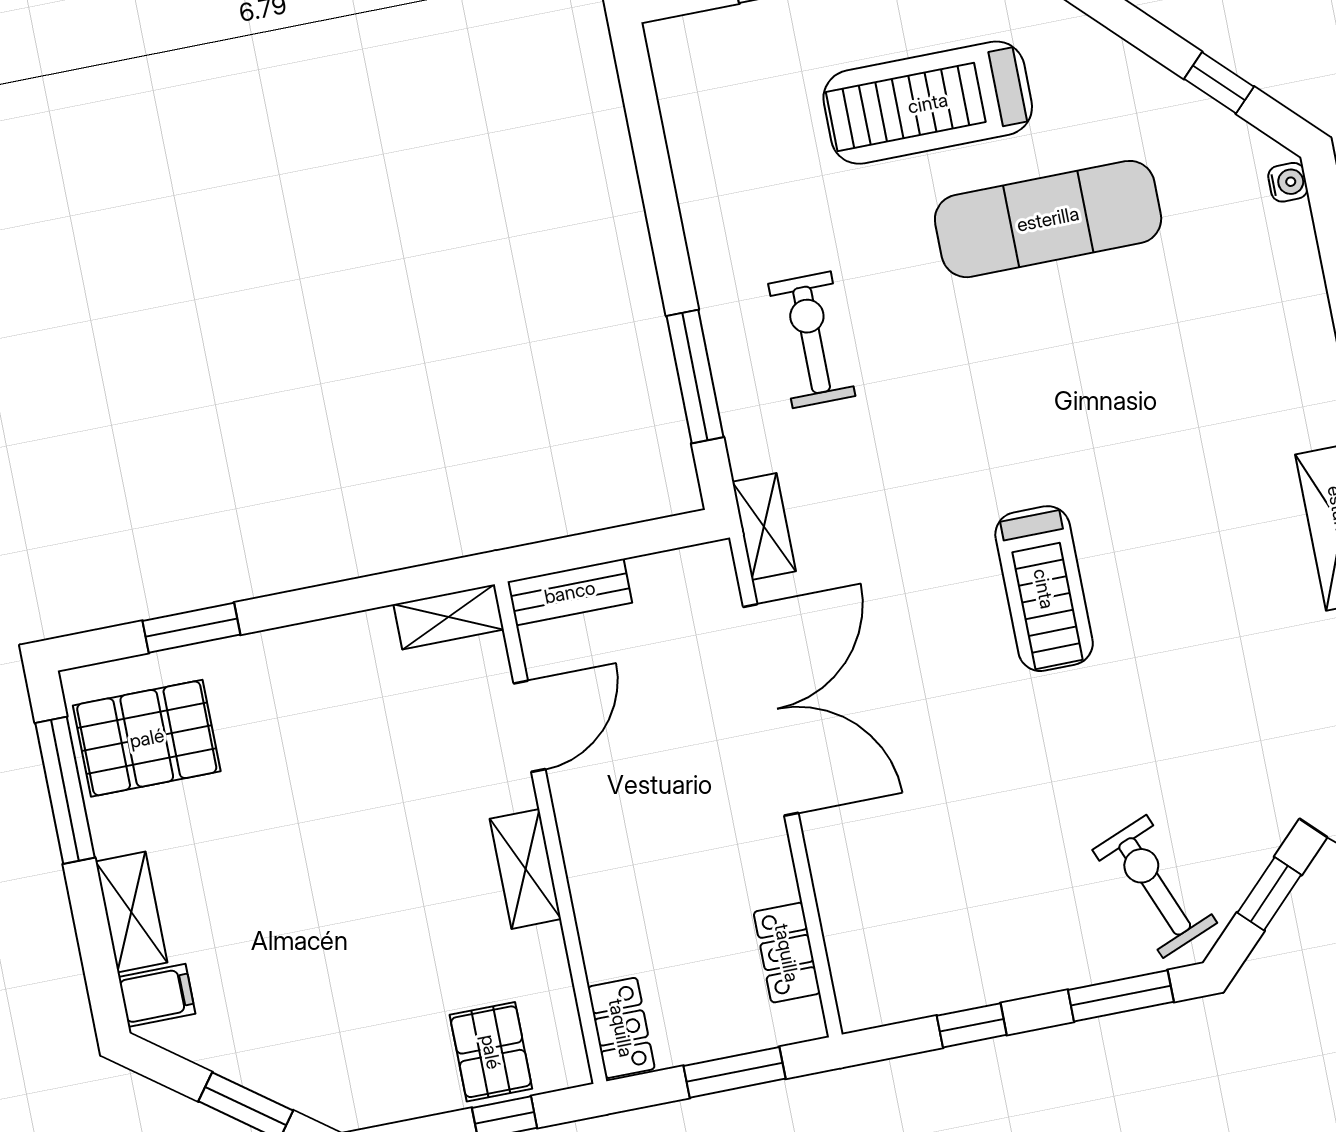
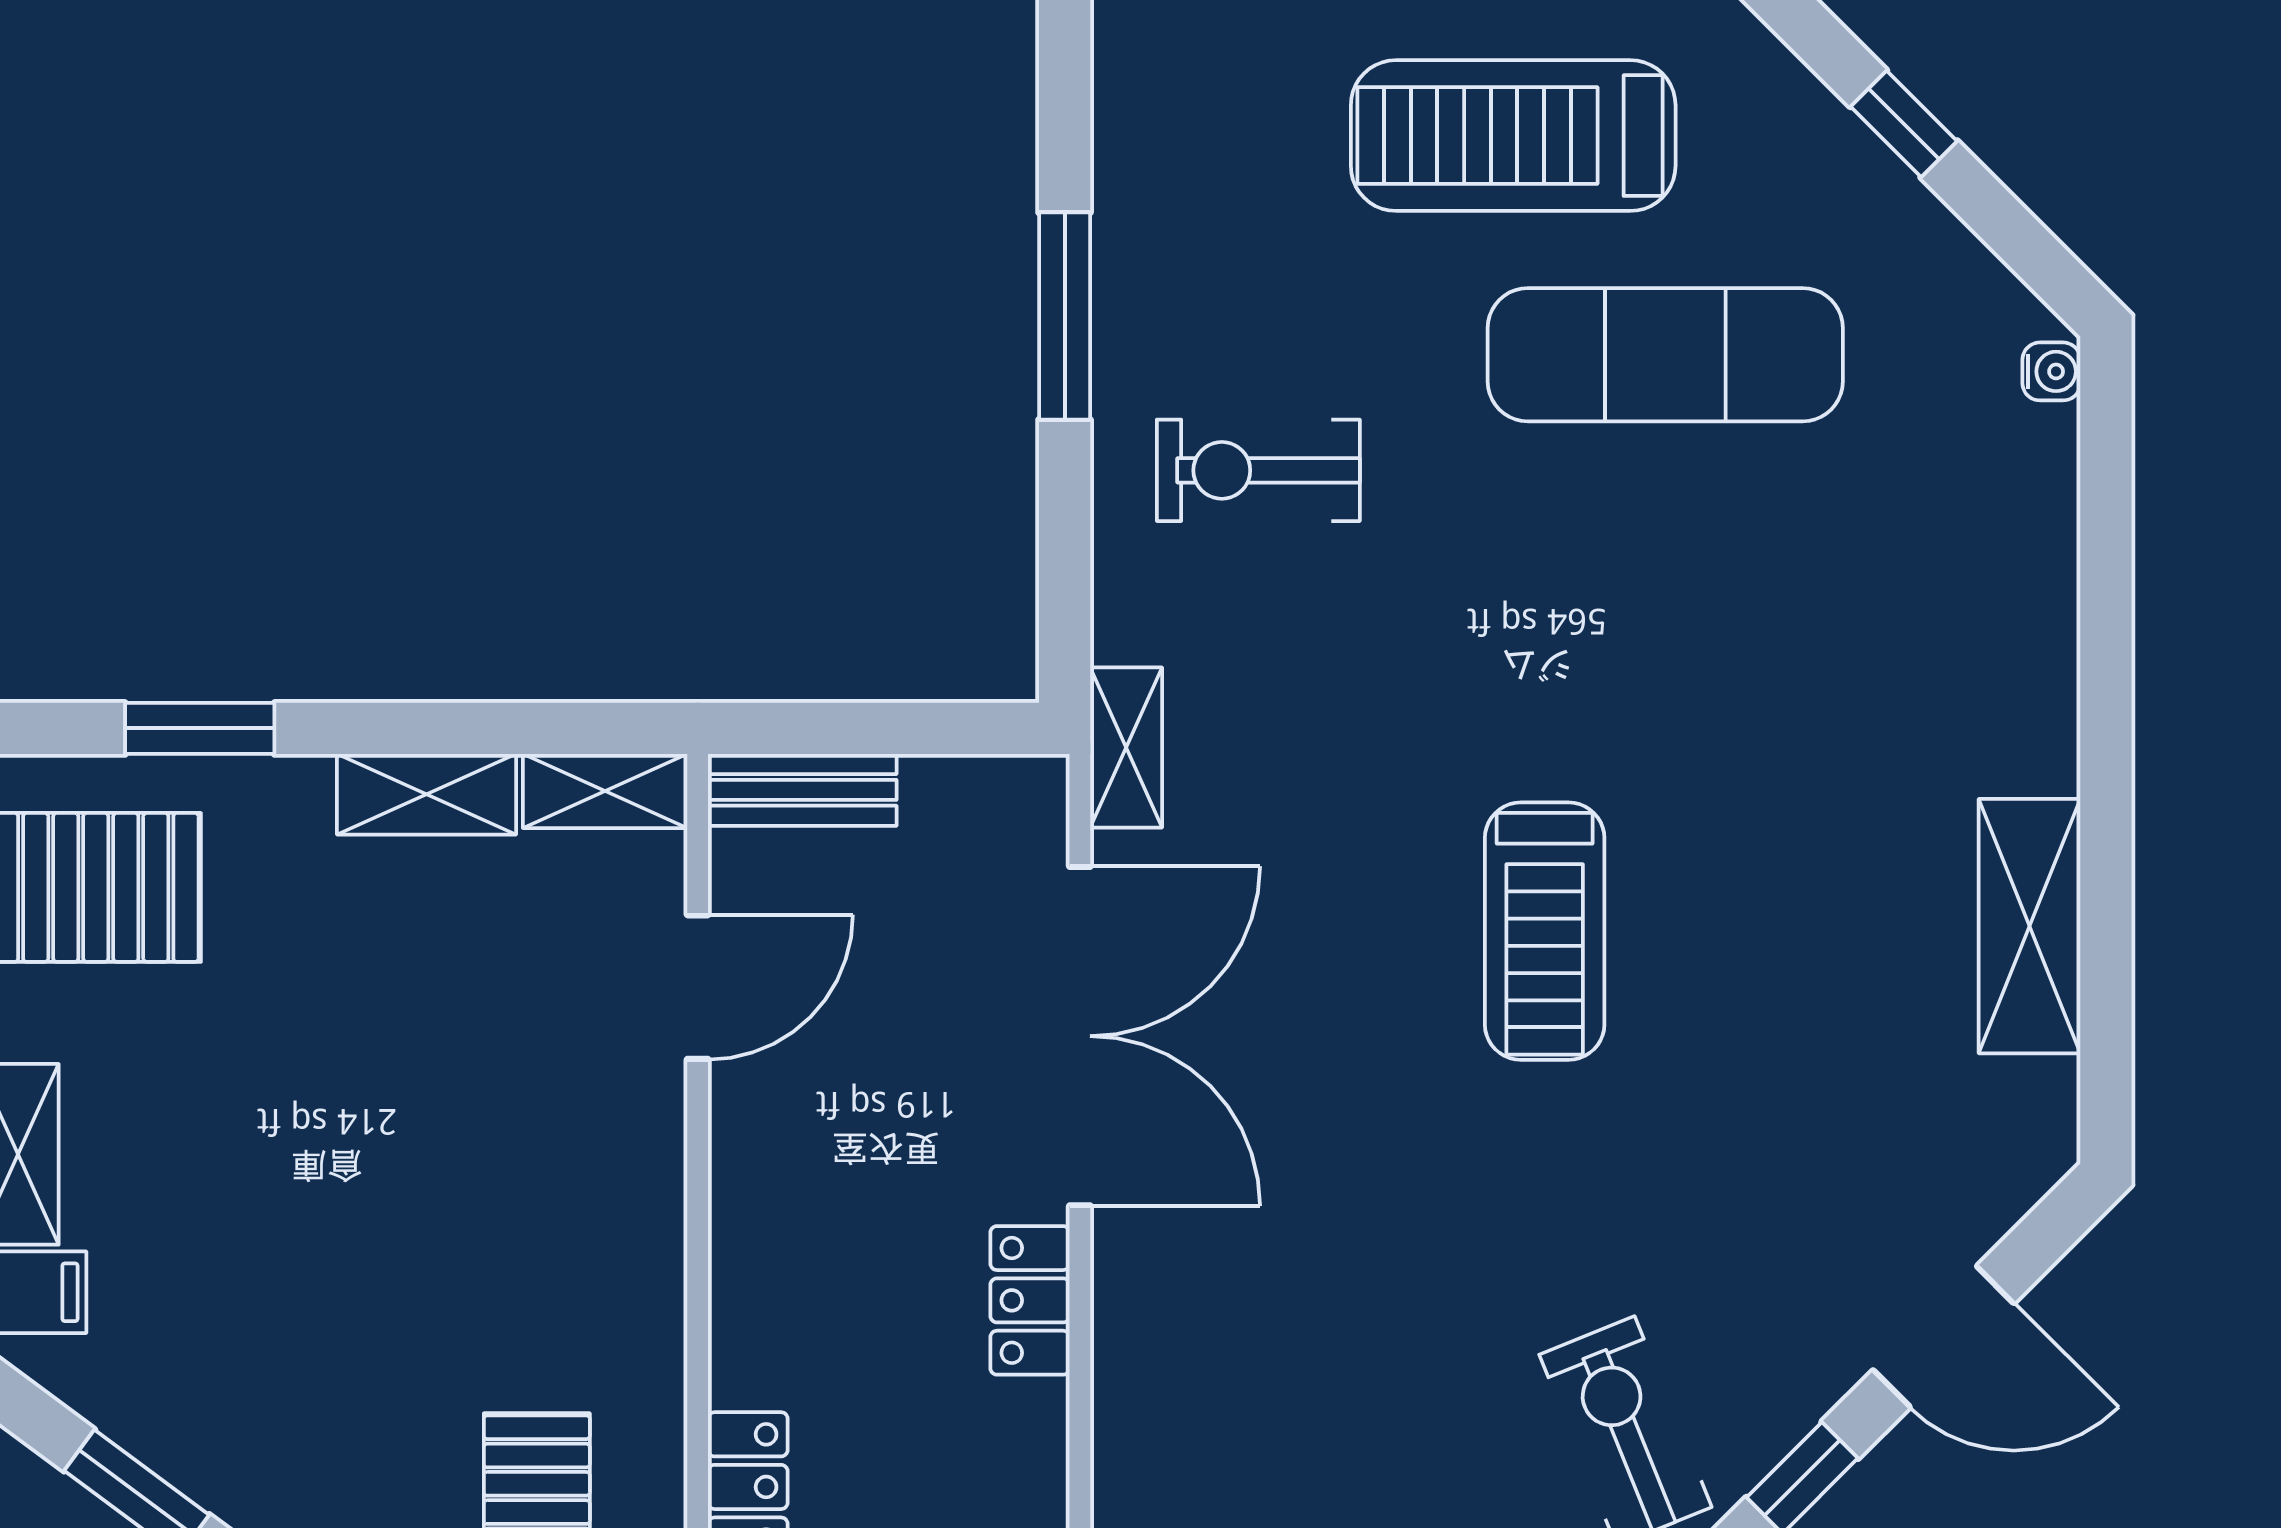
window: (1219, 83) -> (1904, 124), moved
exercise bike: (812, 340) -> (1258, 470), turned -90
window: (695, 377) -> (1065, 316), moved
shelving: (525, 869) -> (426, 794), moved, turned 90
locker: (787, 953) -> (1030, 1300), moved

